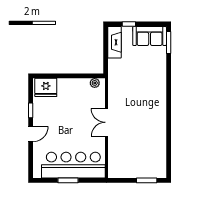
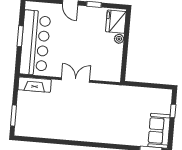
fireplace: (114, 42) -> (35, 85), moved
plant: (95, 83) -> (119, 39), moved

